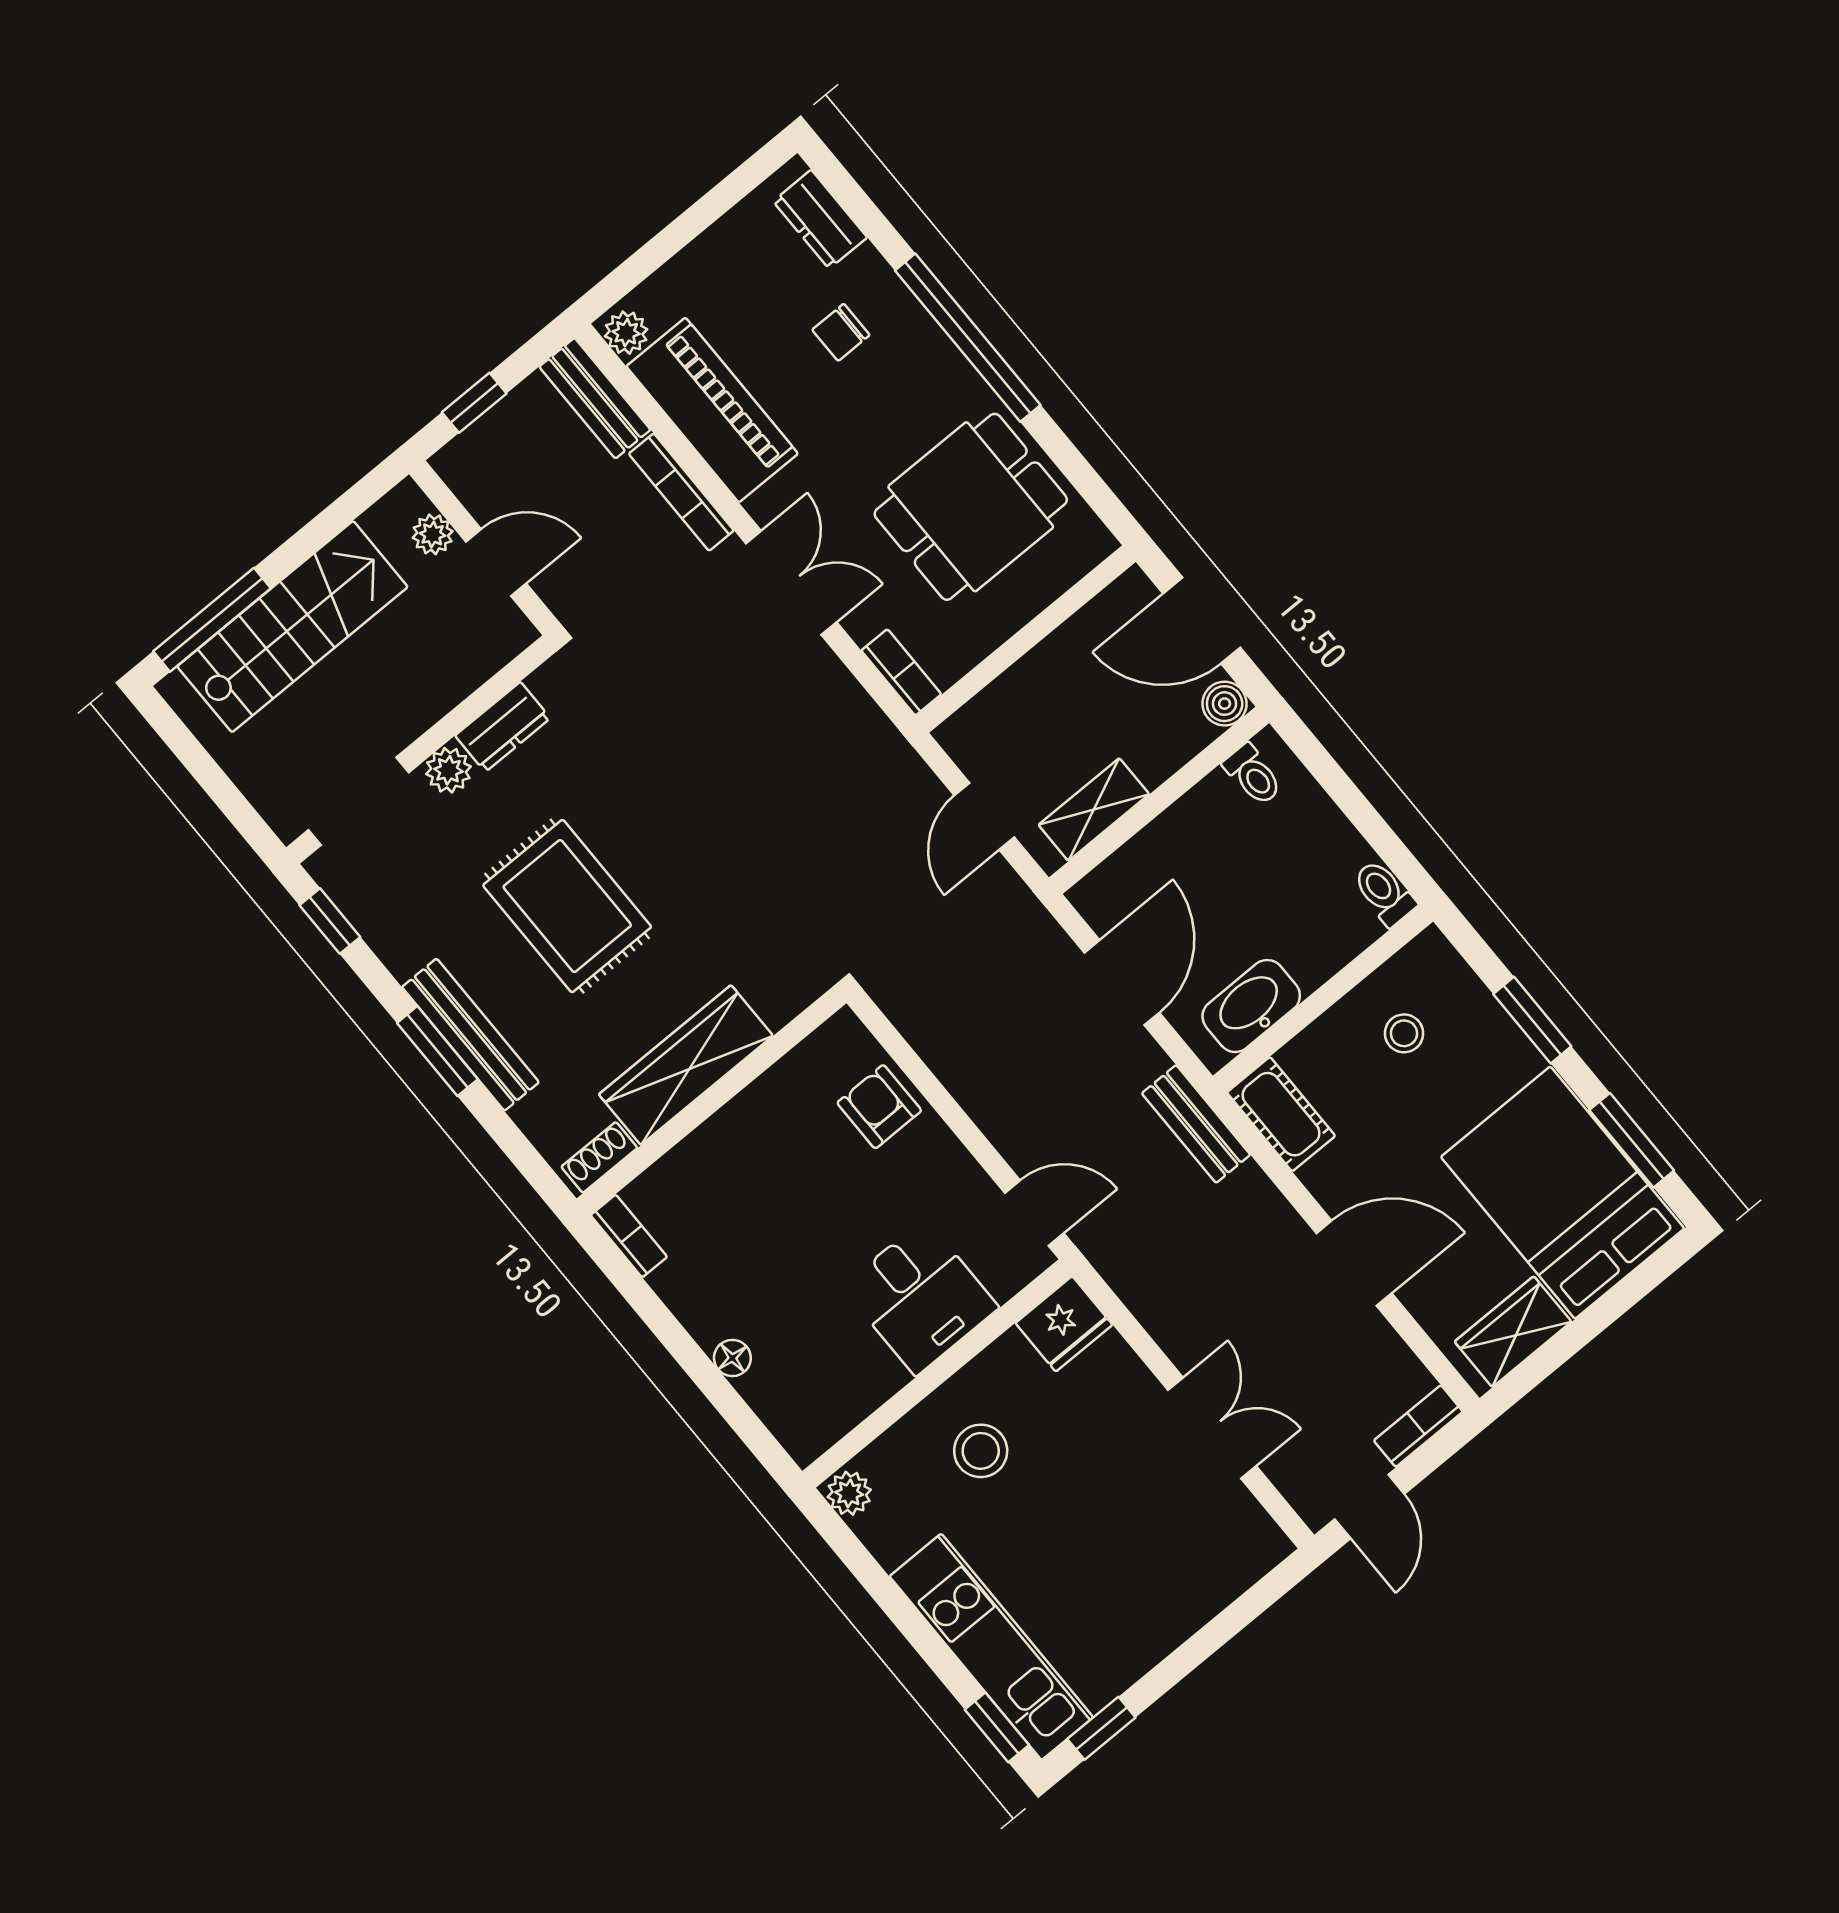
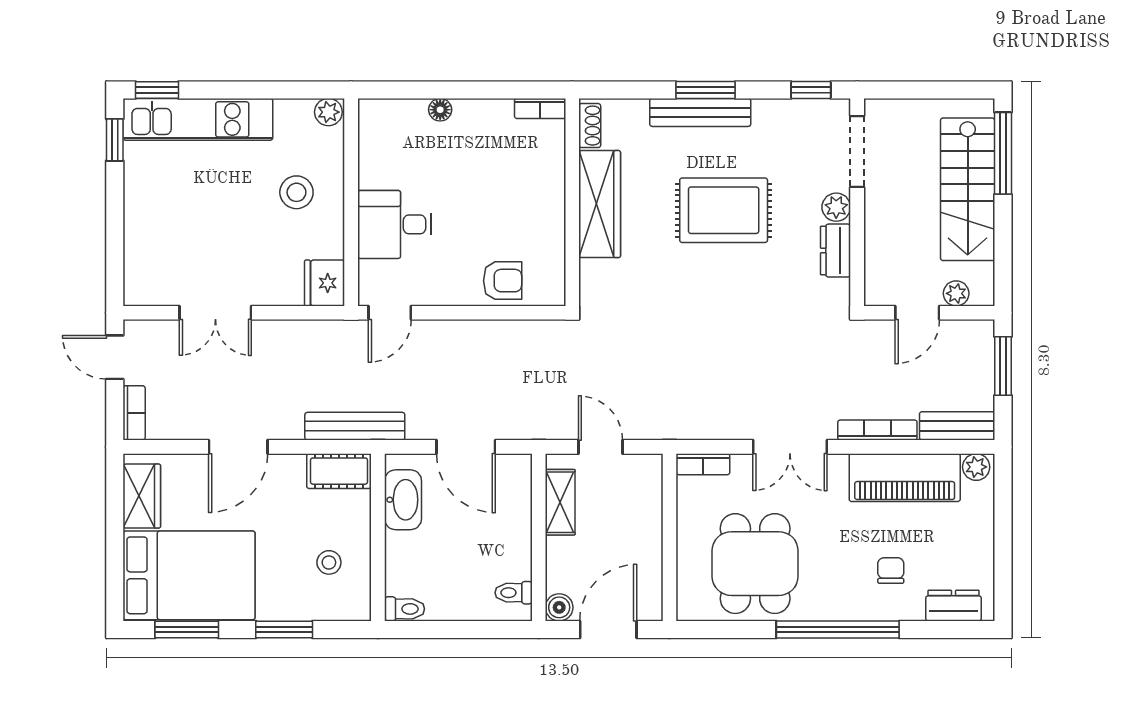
window: (474, 403) -> (1003, 366), width x1.50
bench: (1196, 1124) -> (355, 426), width x1.36

